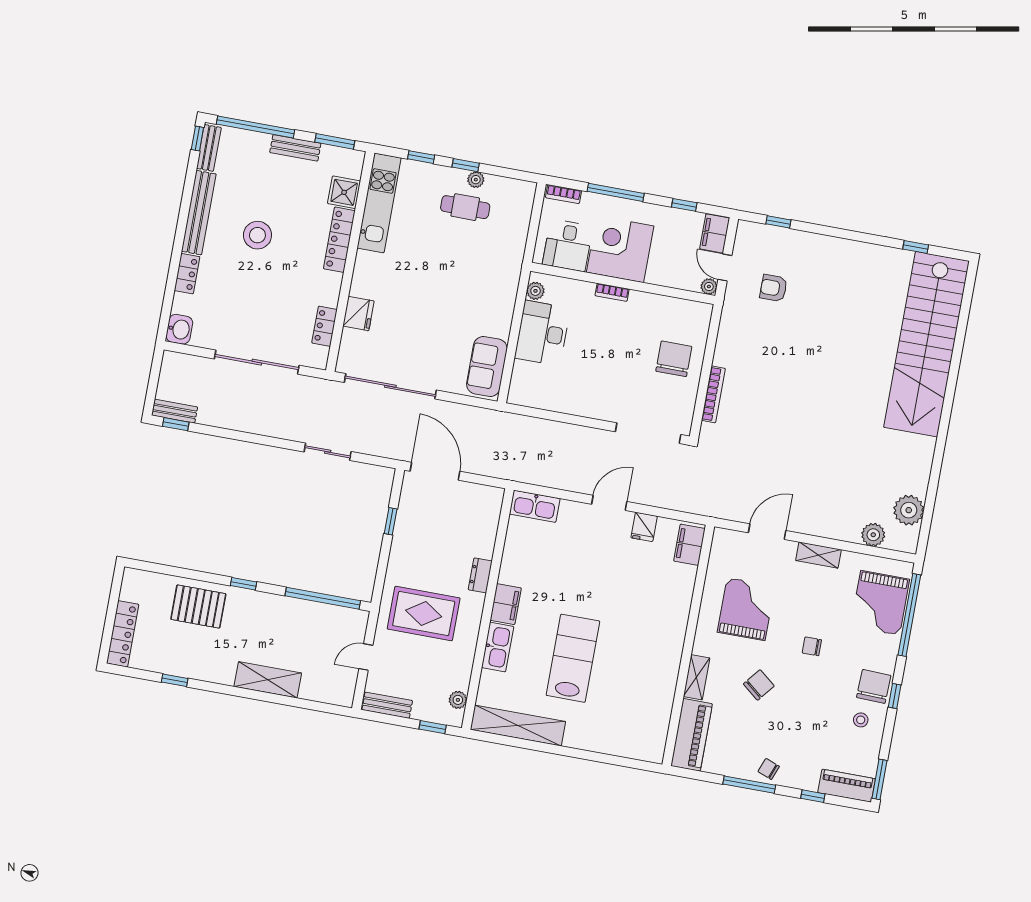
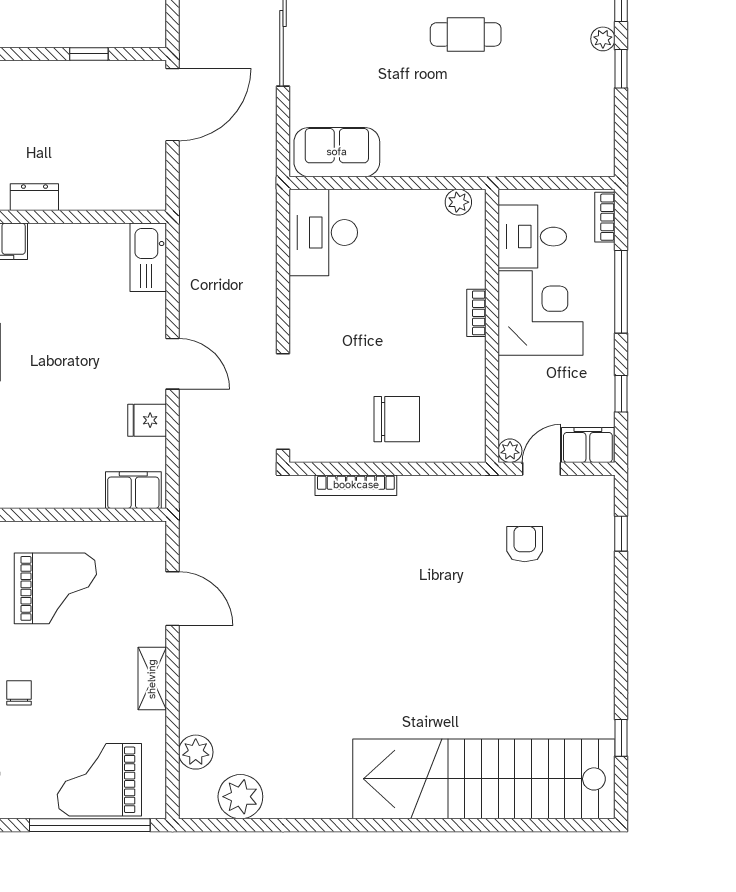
plant: (476, 180) -> (603, 39), moved
cafe table: (465, 207) -> (466, 34), moved, turned 90
desk: (542, 333) -> (323, 232), moved, turned -90

